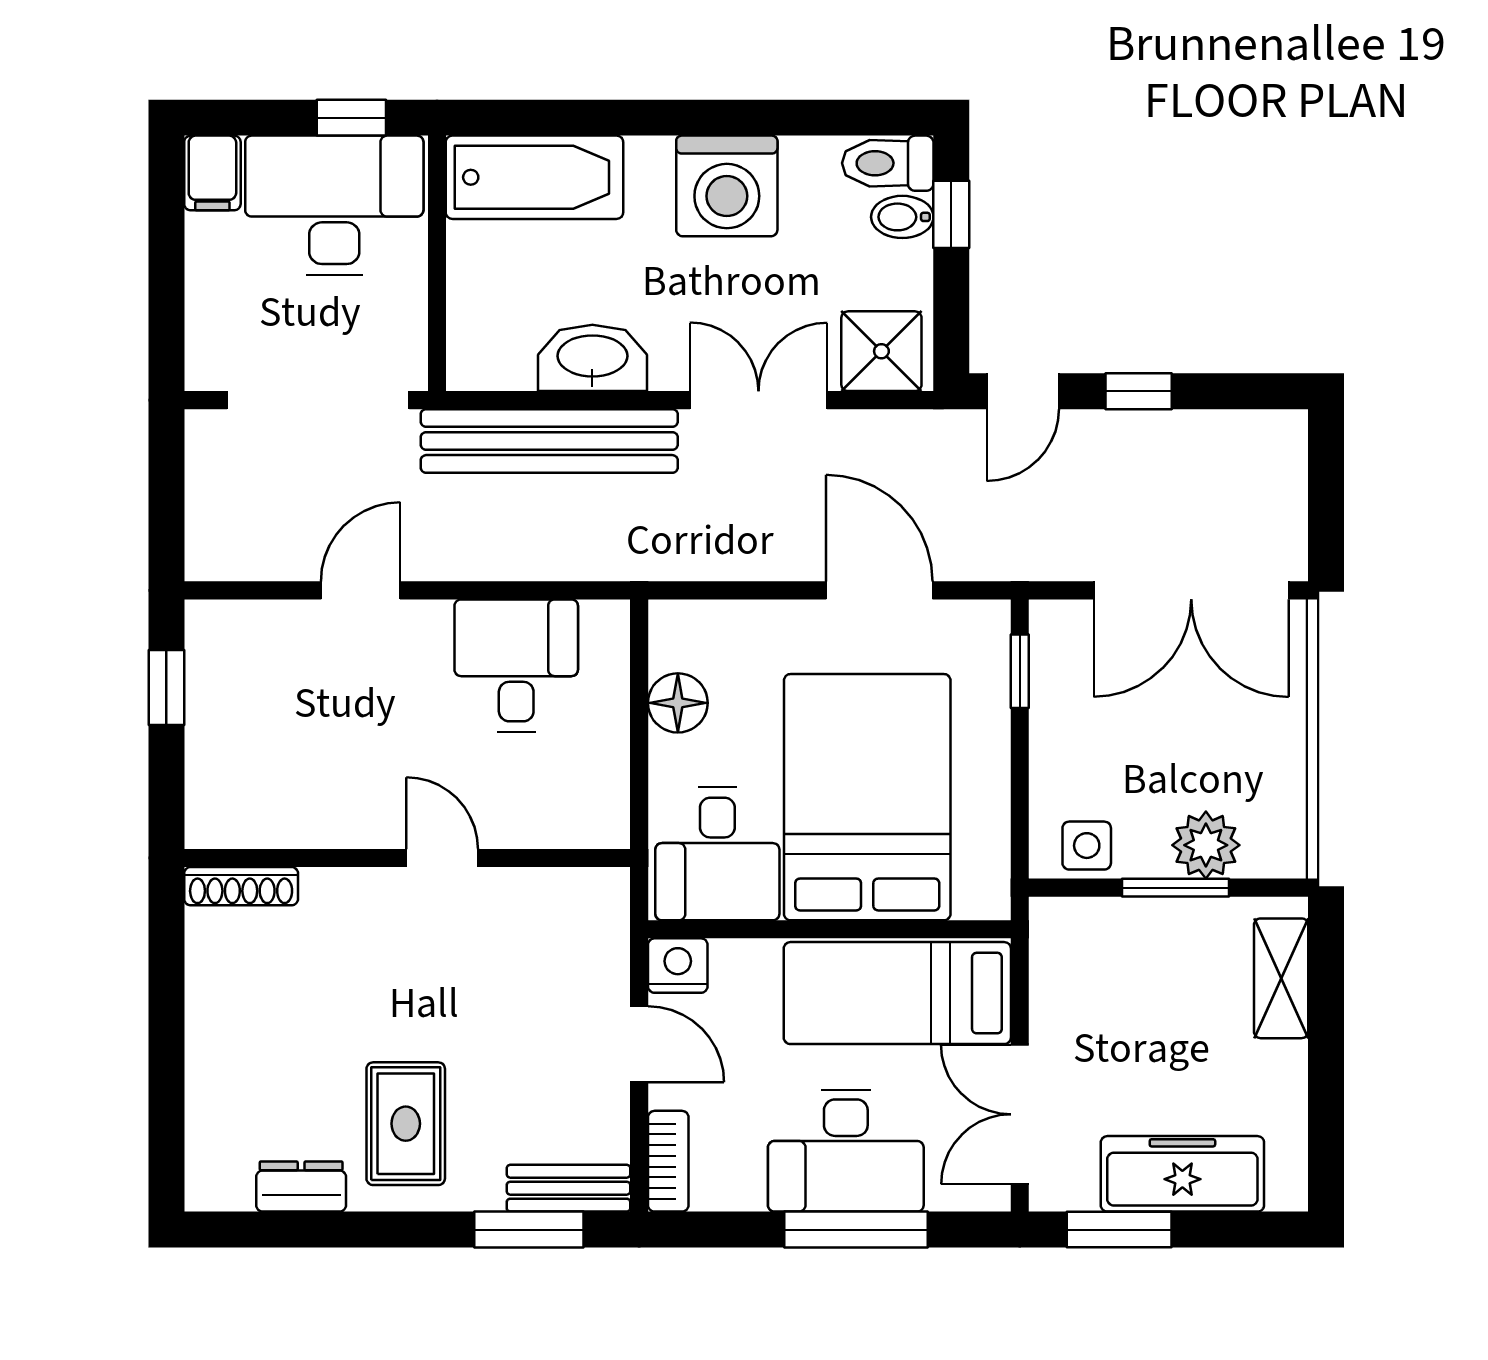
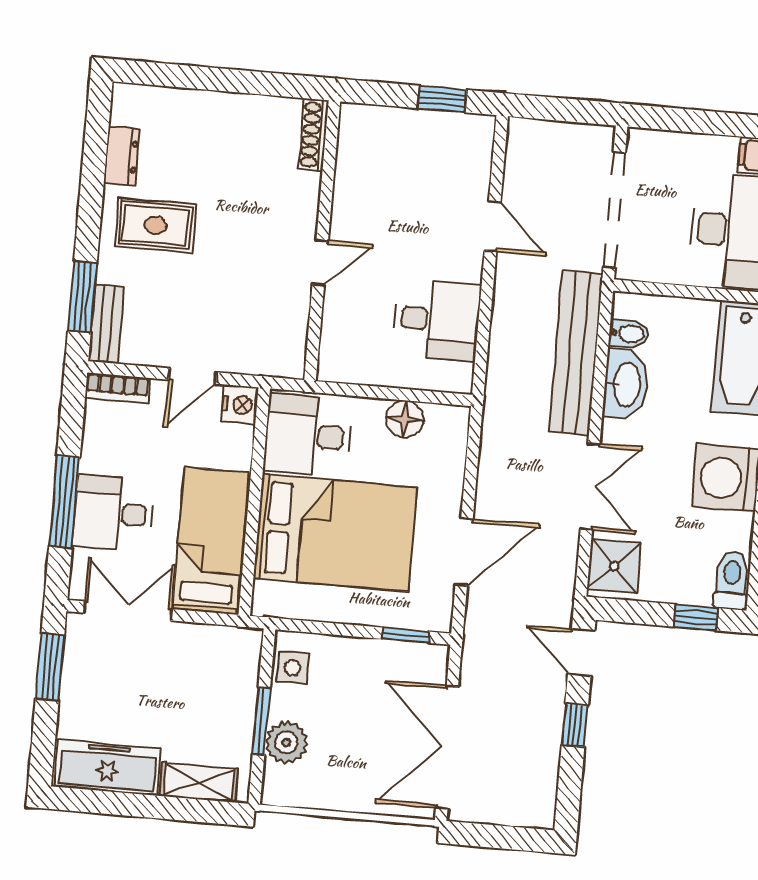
bidet: (902, 217) -> (629, 334), moved, turned 90
desk: (846, 1151) -> (113, 513), width x0.73
freezer: (1182, 1174) -> (108, 767), moved, turned -90

